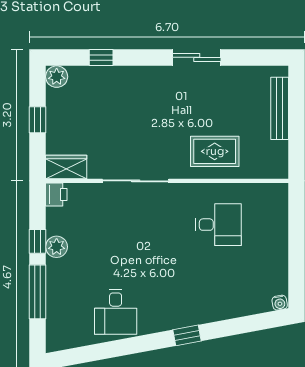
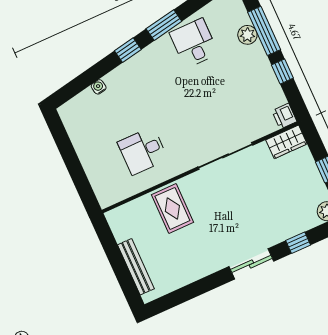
sliding door: (197, 57) -> (251, 264), moved
rug: (215, 151) -> (172, 208), turned 90
plant: (57, 247) -> (247, 35), moved
water cooler: (280, 303) -> (99, 87), moved
window: (138, 344) -> (164, 25), added

